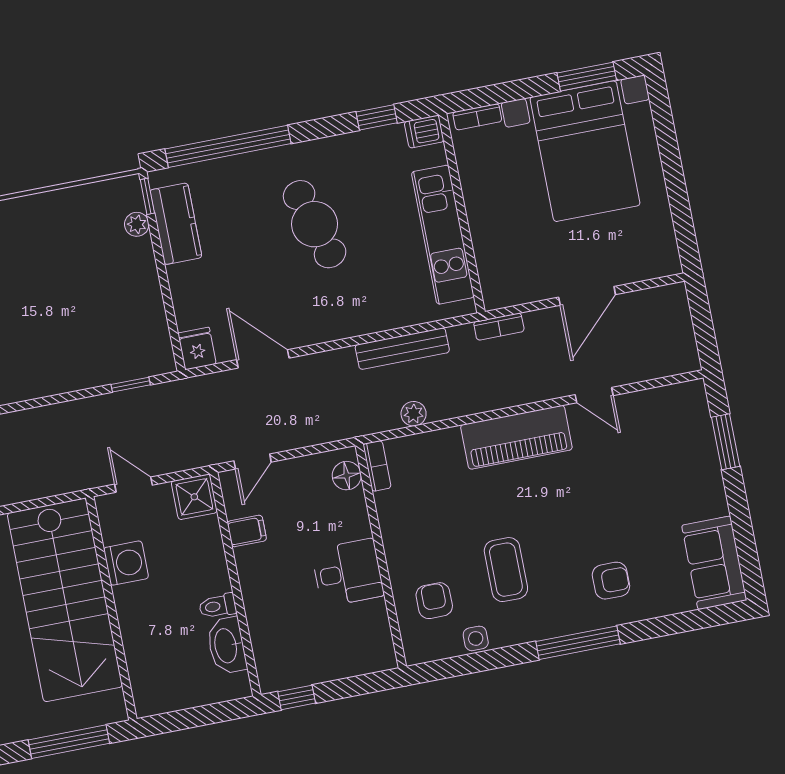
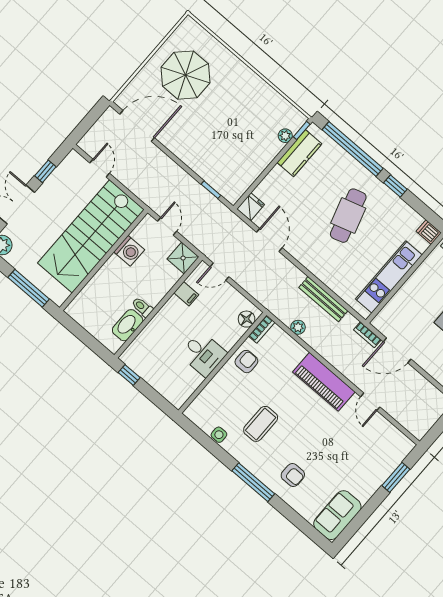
window: (377, 117) -> (395, 186), moved
door: (587, 296) -> (397, 350), moved
armchair: (434, 601) -> (246, 362), moved

